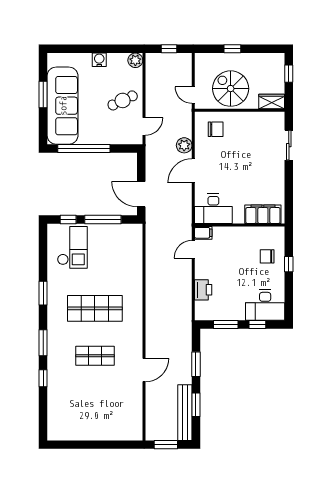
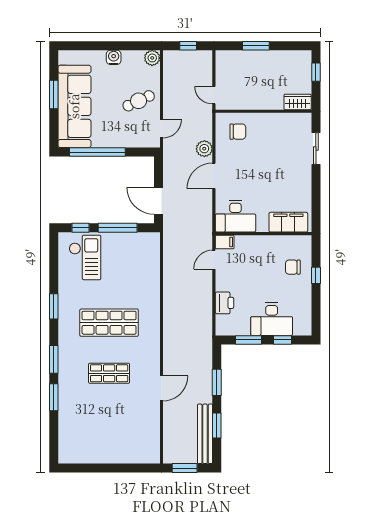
window: (232, 49) -> (256, 46), width x1.50
spiral stairs: (231, 89) -> (254, 88), removed
desk: (265, 305) -> (272, 319), moved
window: (43, 378) -> (54, 397), width x1.50

